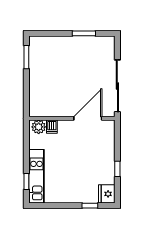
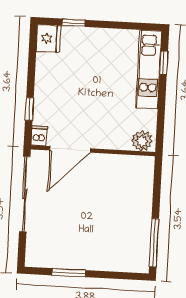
window: (26, 57) -> (154, 243), width x1.44
dishwasher: (52, 127) -> (39, 136), moved
window: (117, 169) -> (29, 109), moved

